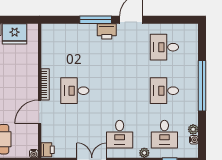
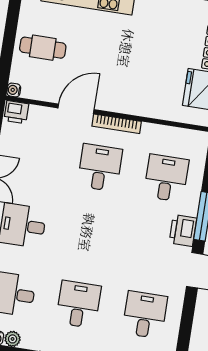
desk: (75, 47) -> (166, 178), added
door: (40, 112) -> (76, 109), hinge flipped

